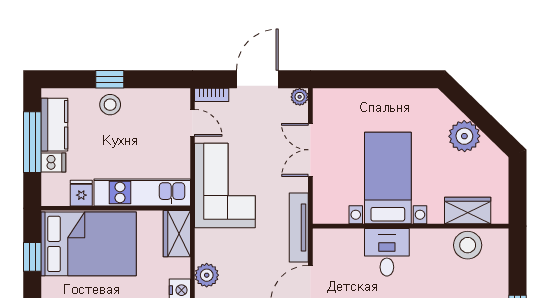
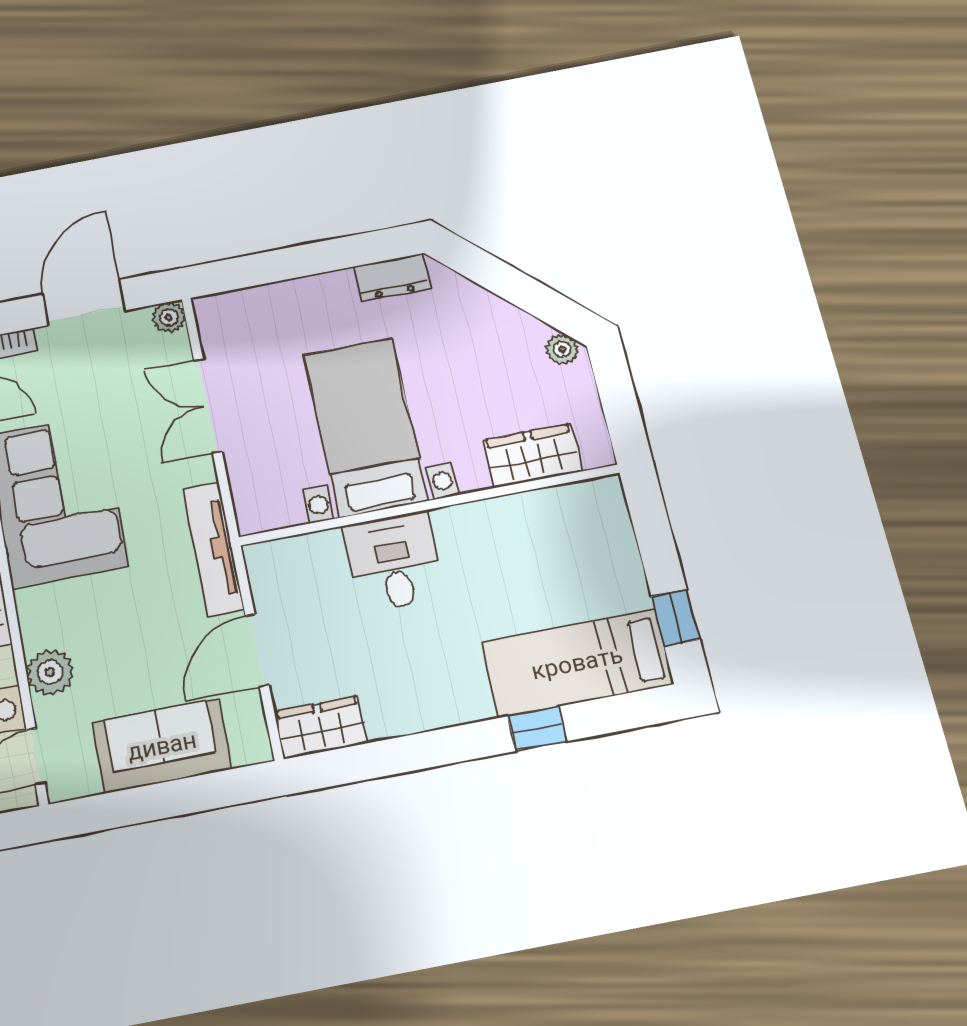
dresser: (418, 98) -> (391, 278), added
plant: (464, 136) -> (562, 349), moved, width x0.53, depth x0.53
stool: (468, 245) -> (548, 519), removed

